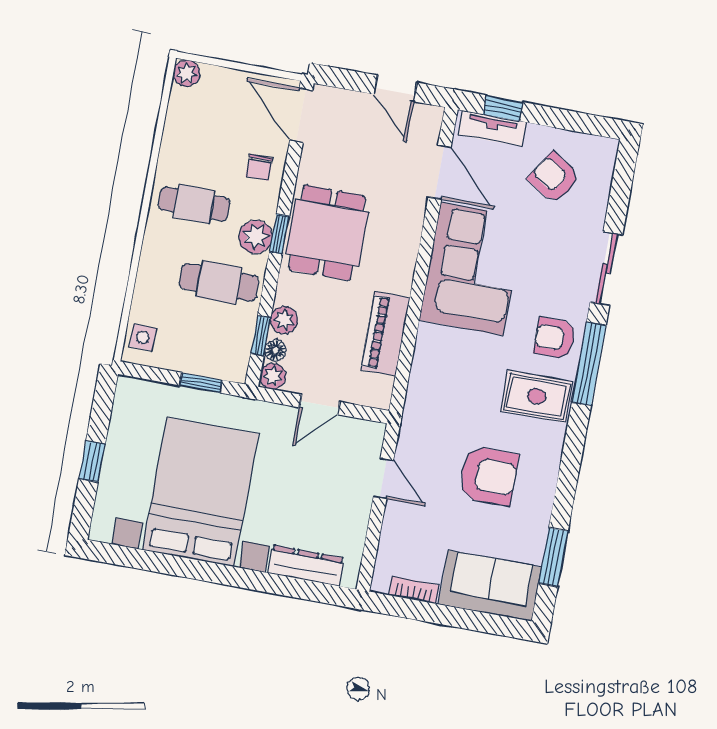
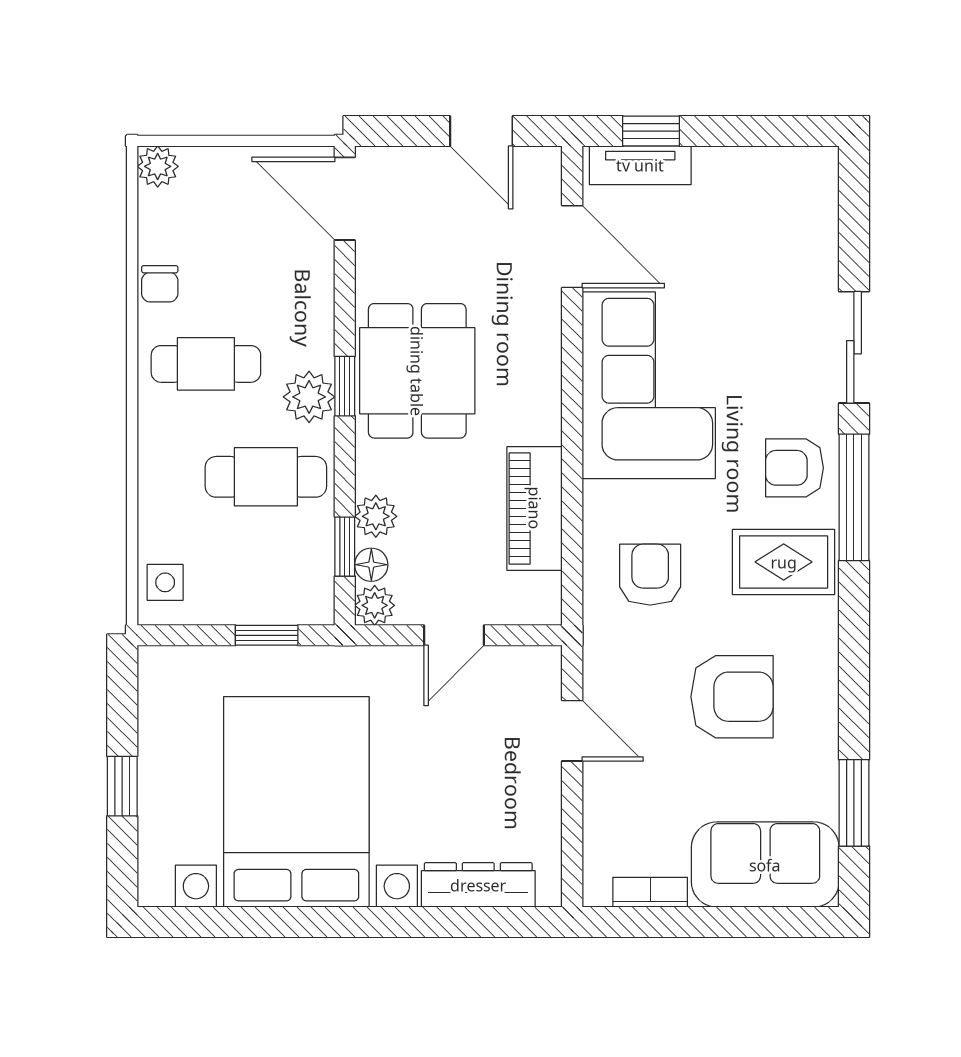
chair: (259, 167) -> (160, 284), moved
armchair: (554, 178) -> (650, 575), moved, turned 57

